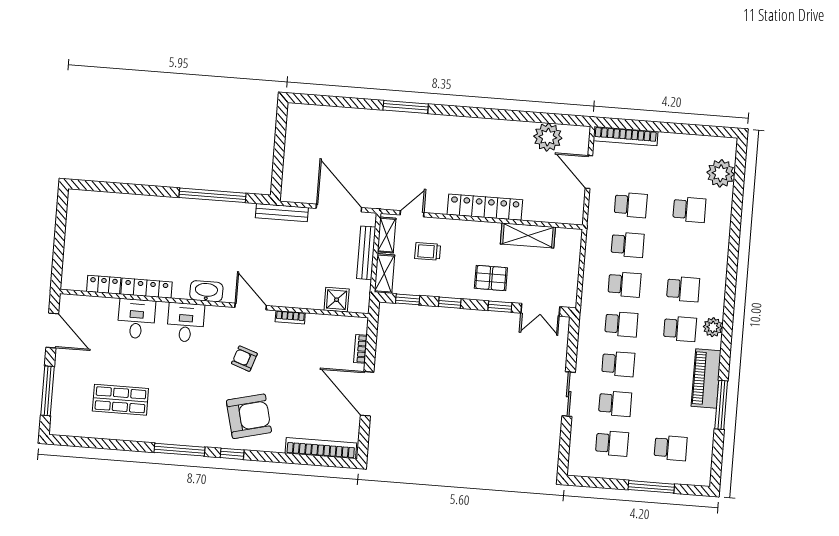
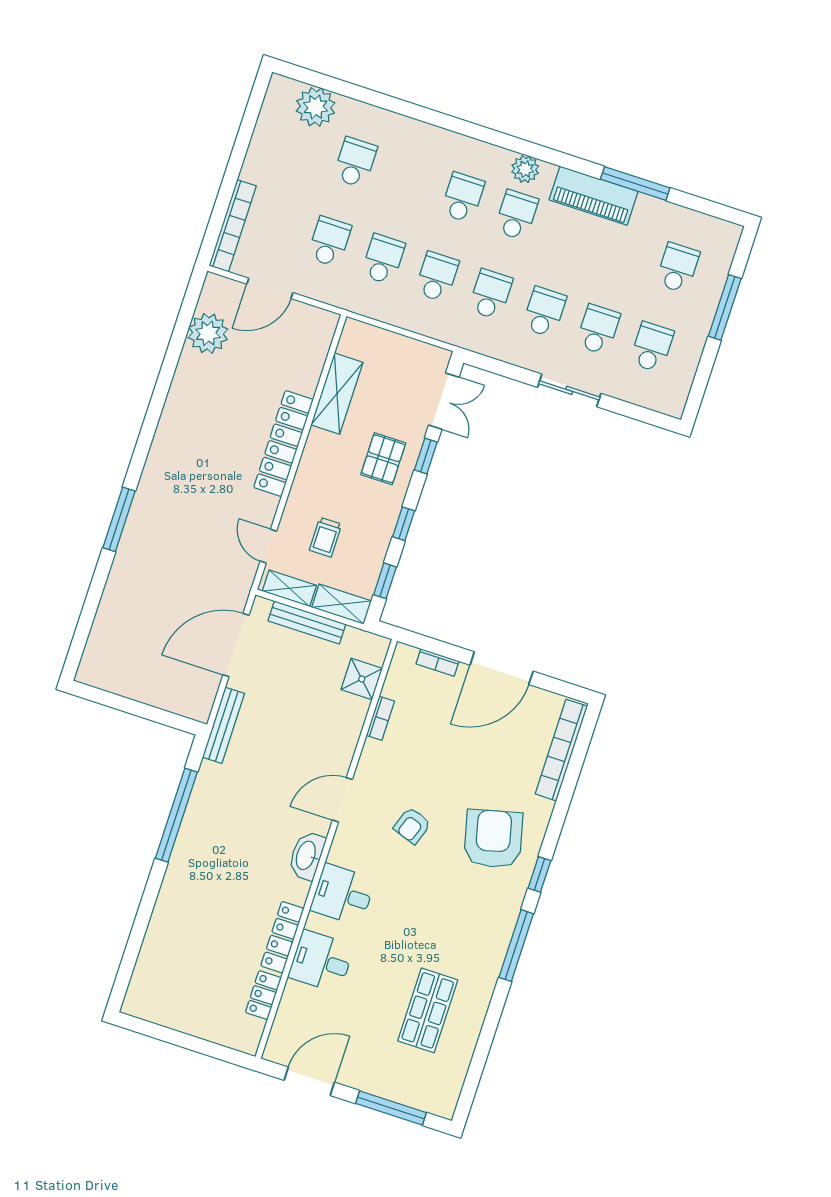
bookcase: (290, 317) -> (380, 718), moved

